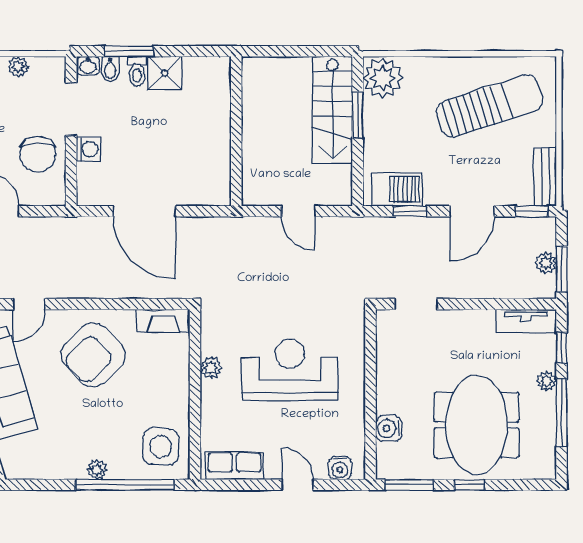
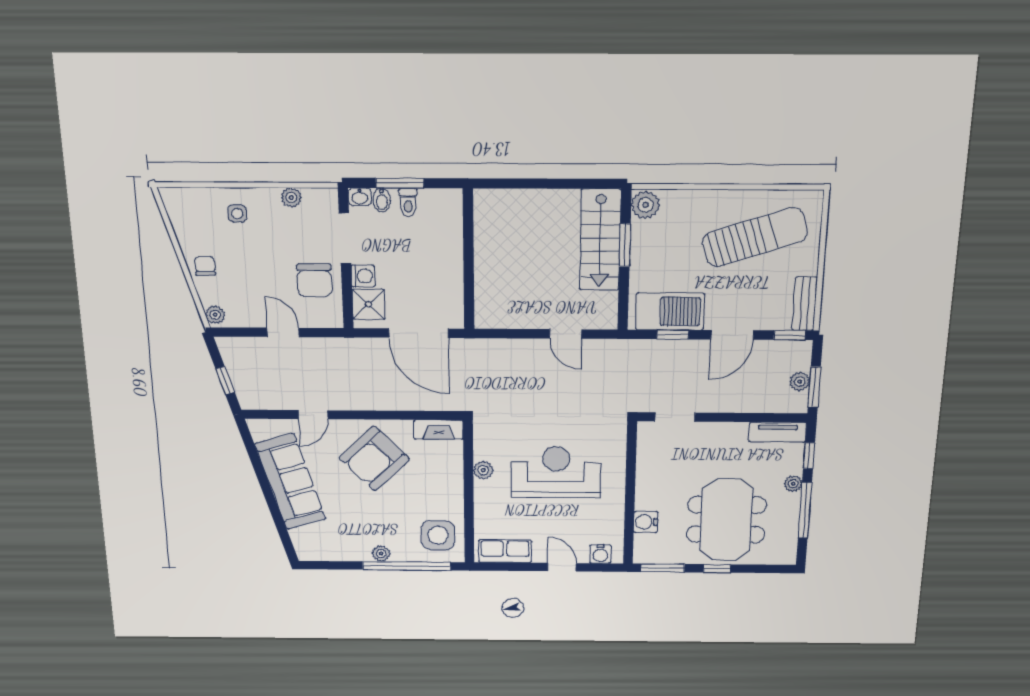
shower: (165, 73) -> (368, 304), moved
plant: (383, 78) -> (646, 205), width x0.73, depth x0.73
wall: (236, 131) -> (469, 260), moved
barbecue: (397, 189) -> (670, 311), width x1.37, depth x1.21

